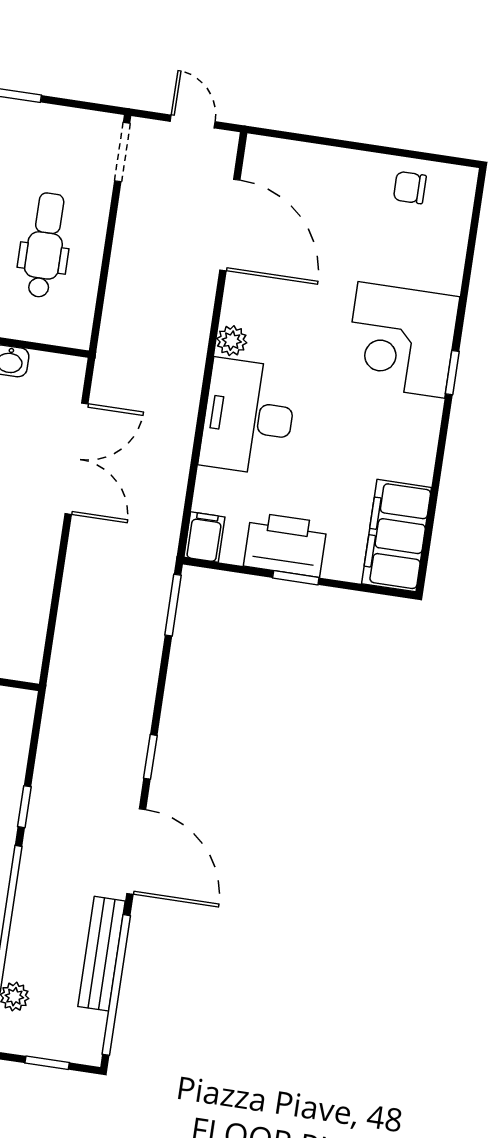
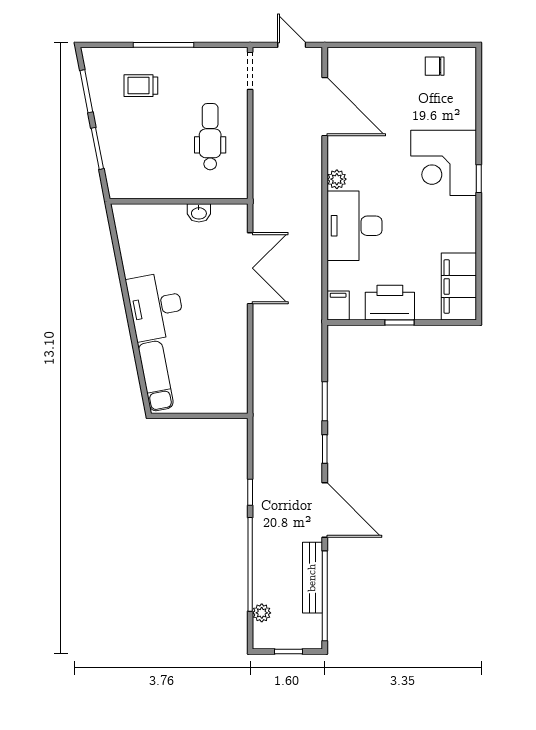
window: (173, 605) -> (325, 401), moved

